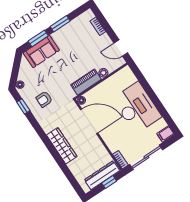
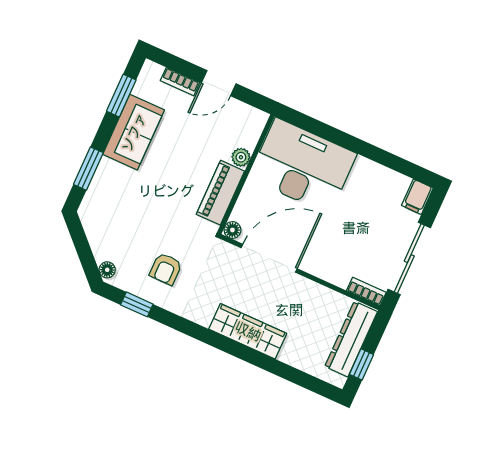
window: (60, 24) -> (121, 96), moved
door: (121, 48) -> (219, 83), moved
sofa: (41, 52) -> (134, 132), moved
desk: (137, 108) -> (303, 166), moved
window: (109, 182) -> (361, 364), moved

